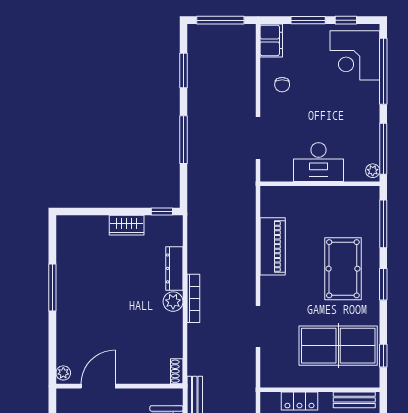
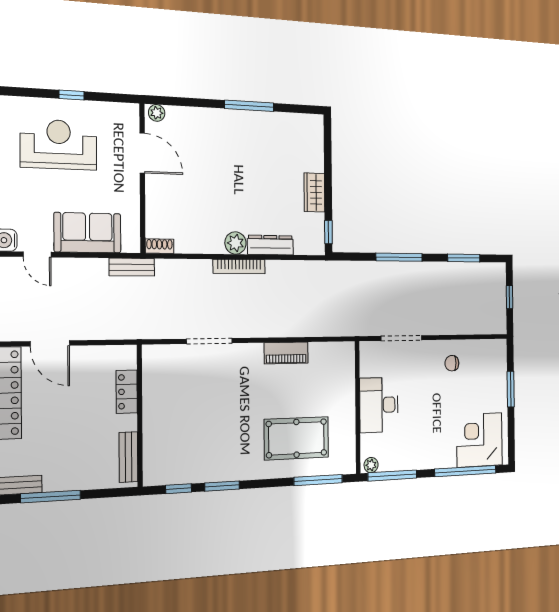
window: (220, 20) -> (510, 297), width x0.46
window: (346, 20) -> (511, 429), removed
filing cabinet: (271, 40) -> (492, 351), removed
piano: (273, 246) -> (286, 353), width x0.73, depth x0.75
pool table: (343, 269) -> (296, 438), moved
window: (383, 284) -> (222, 486), moved
table tennis table: (338, 346) -> (189, 435), removed

